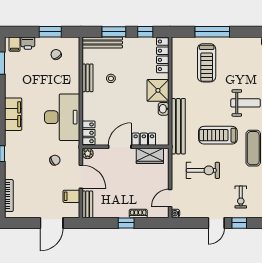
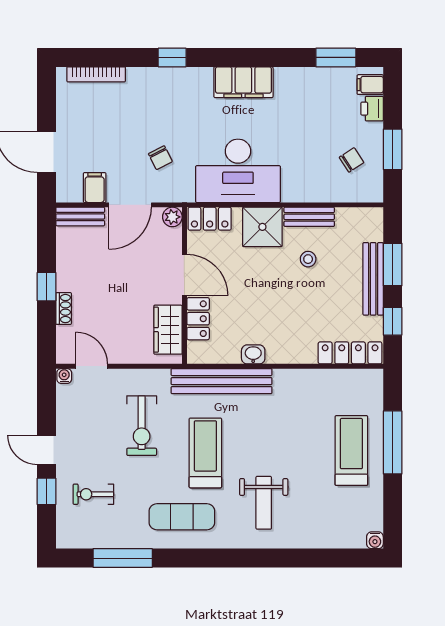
bench: (102, 43) -> (373, 279), moved
treadmill: (207, 63) -> (351, 451), moved, turned 90
shower: (158, 90) -> (262, 227), moved

